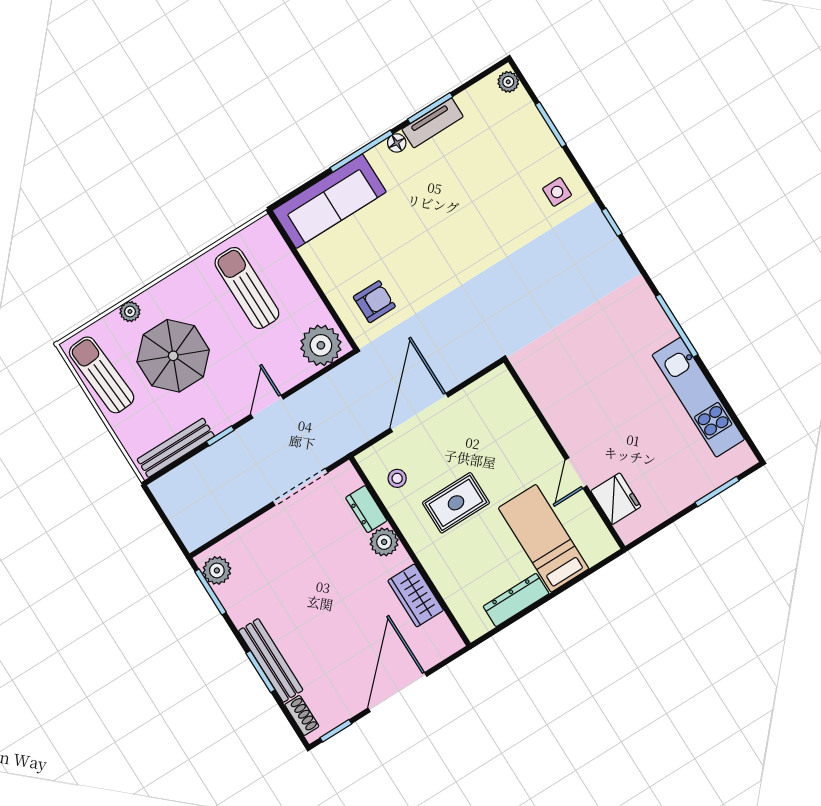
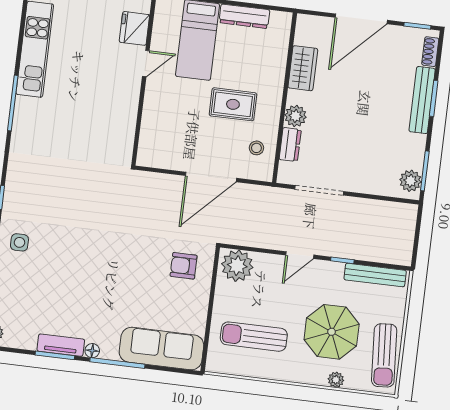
sun lounger: (247, 288) -> (254, 337), turned 90

